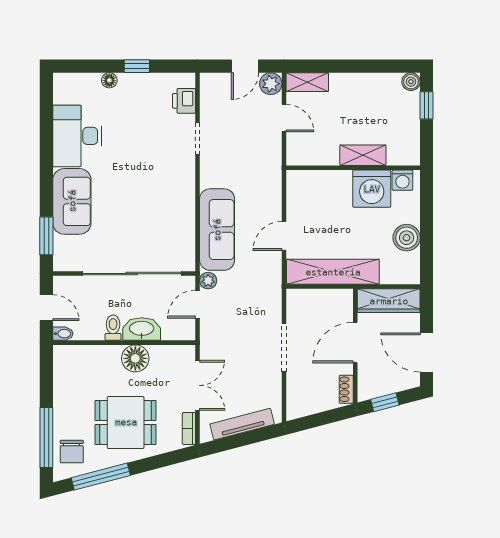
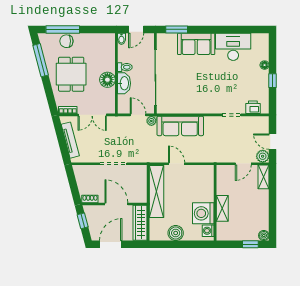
chair: (72, 452) -> (66, 41), moved

